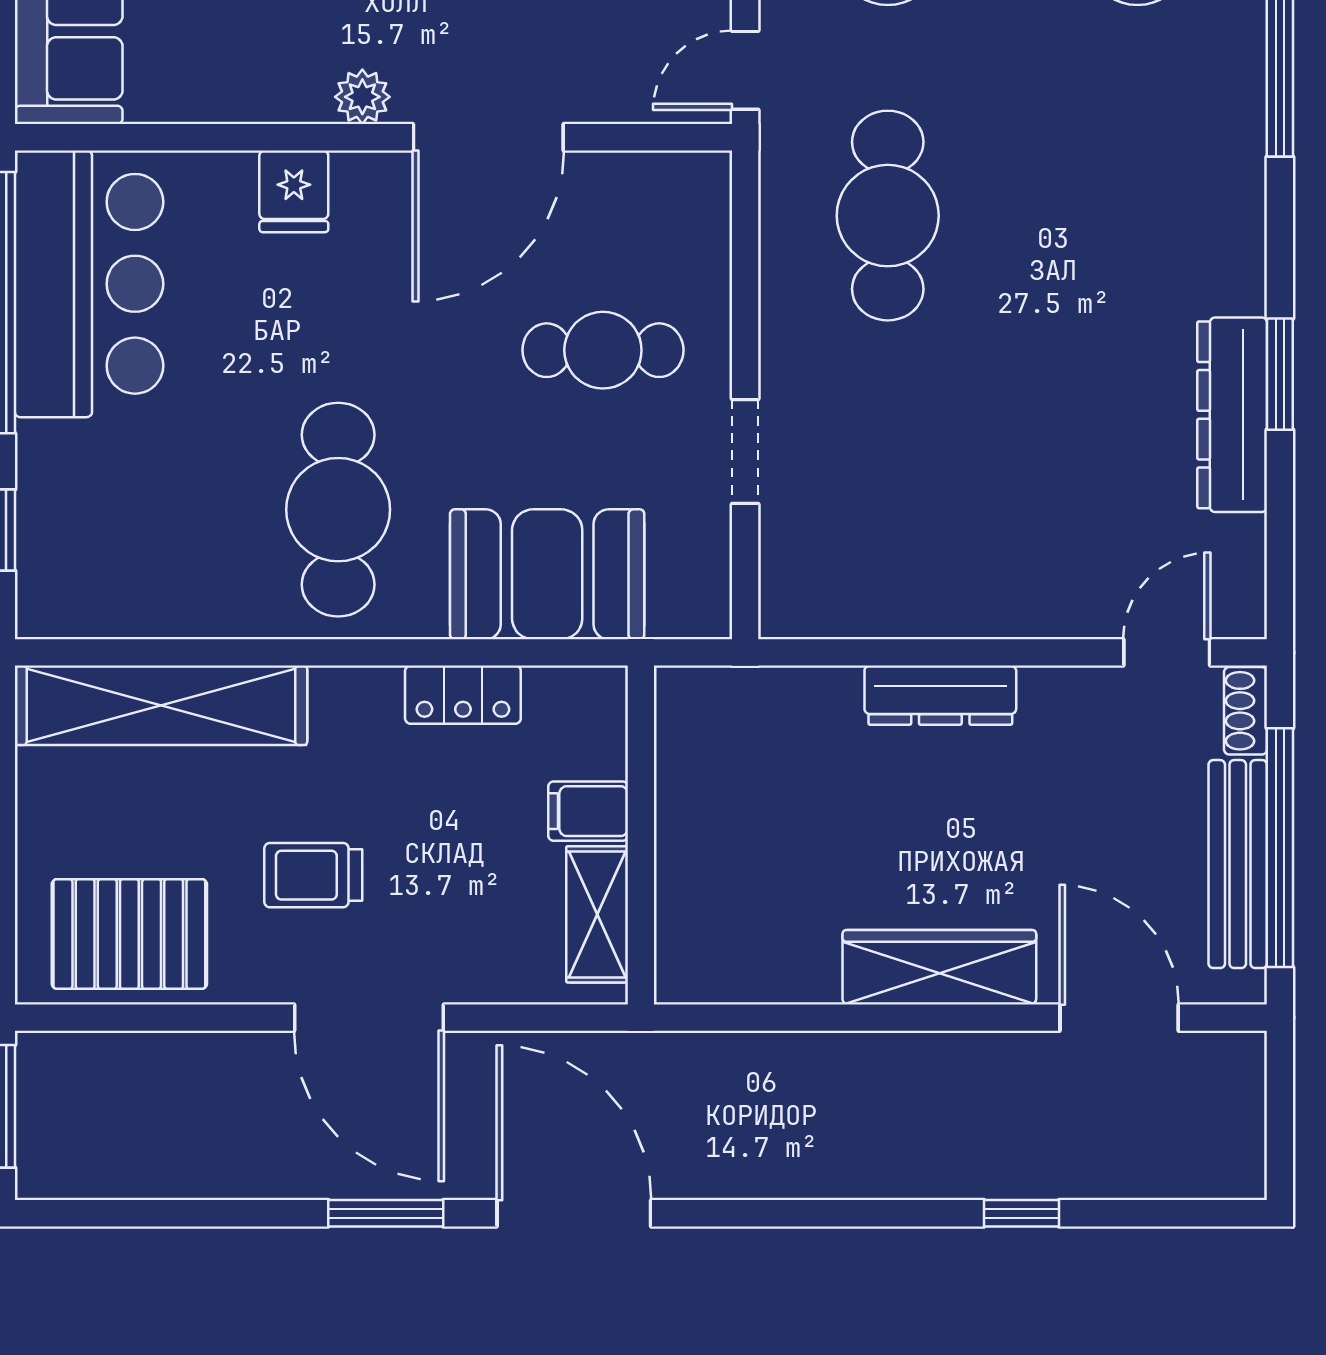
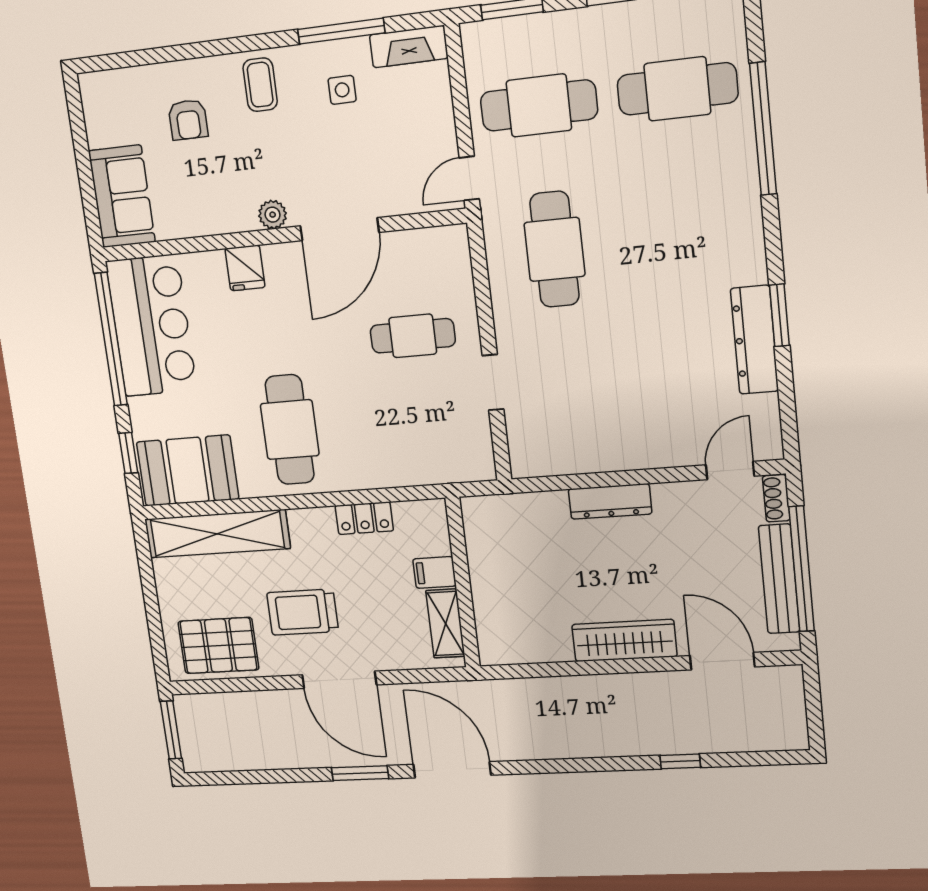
booth: (547, 574) -> (187, 471), moved
trolley: (313, 875) -> (303, 612), width x1.36, depth x1.39

